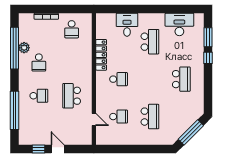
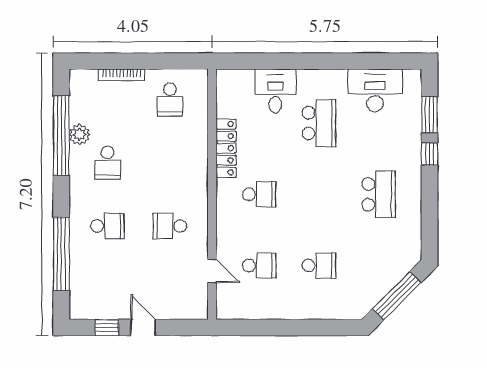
school desk: (72, 96) -> (170, 226), width x0.54
school desk: (150, 117) -> (319, 266), width x0.54

